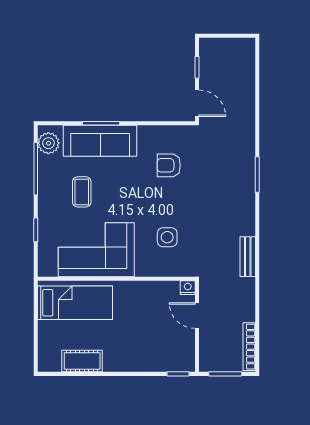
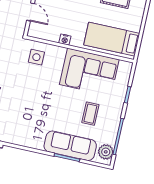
armchair: (169, 165) -> (27, 119), removed
side table: (167, 237) -> (36, 57), moved
nightstand: (188, 288) -> (65, 40), moved

